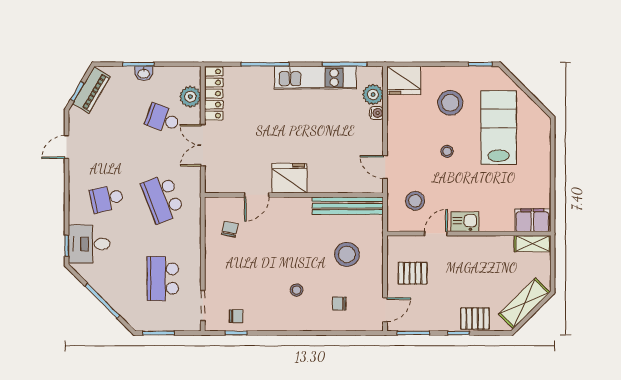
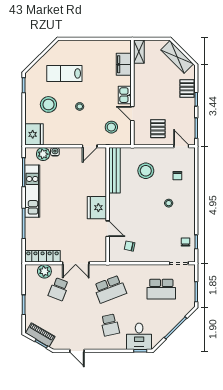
washbasin: (144, 73) -> (30, 301), removed
lab bench: (499, 128) -> (64, 73), width x0.73, depth x0.72
filing cabinet: (532, 220) -> (124, 64), moved

